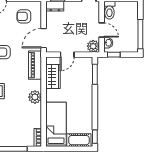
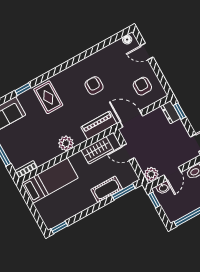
cot: (79, 140) -> (107, 189), moved, turned 90

